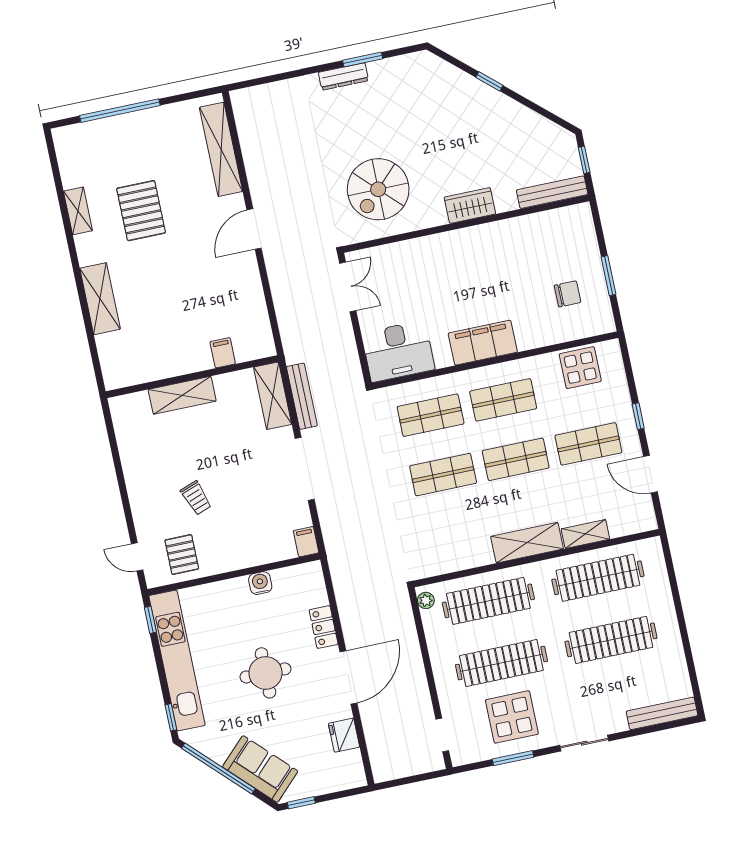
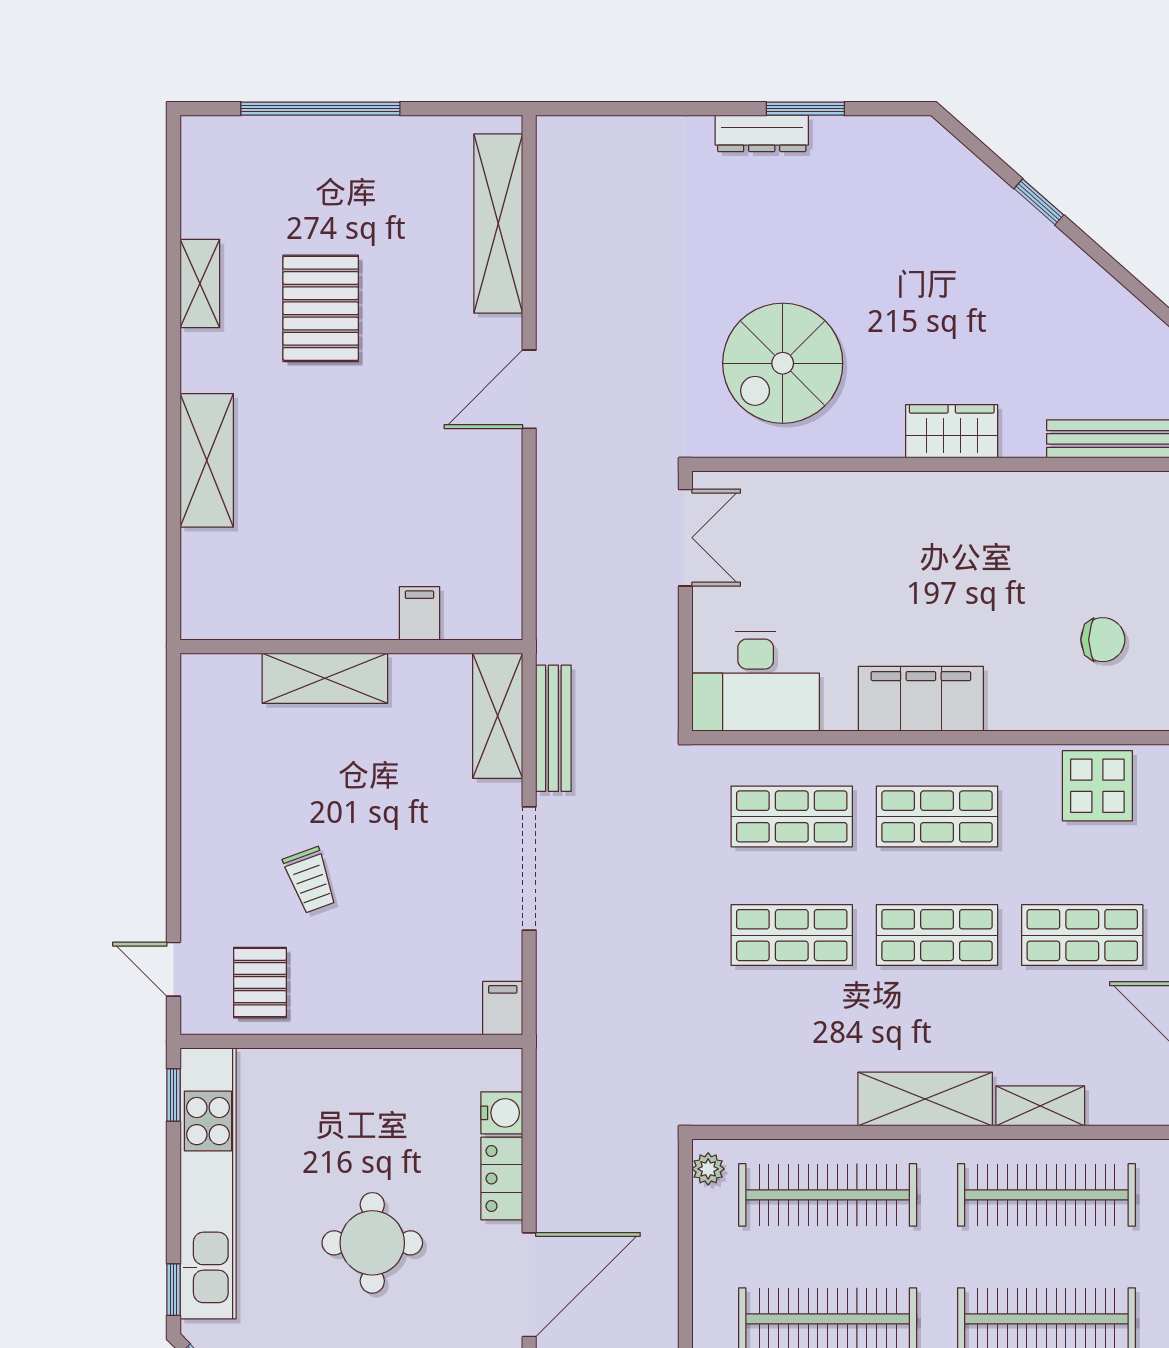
water cooler: (260, 583) -> (502, 1113), moved, turned 90

